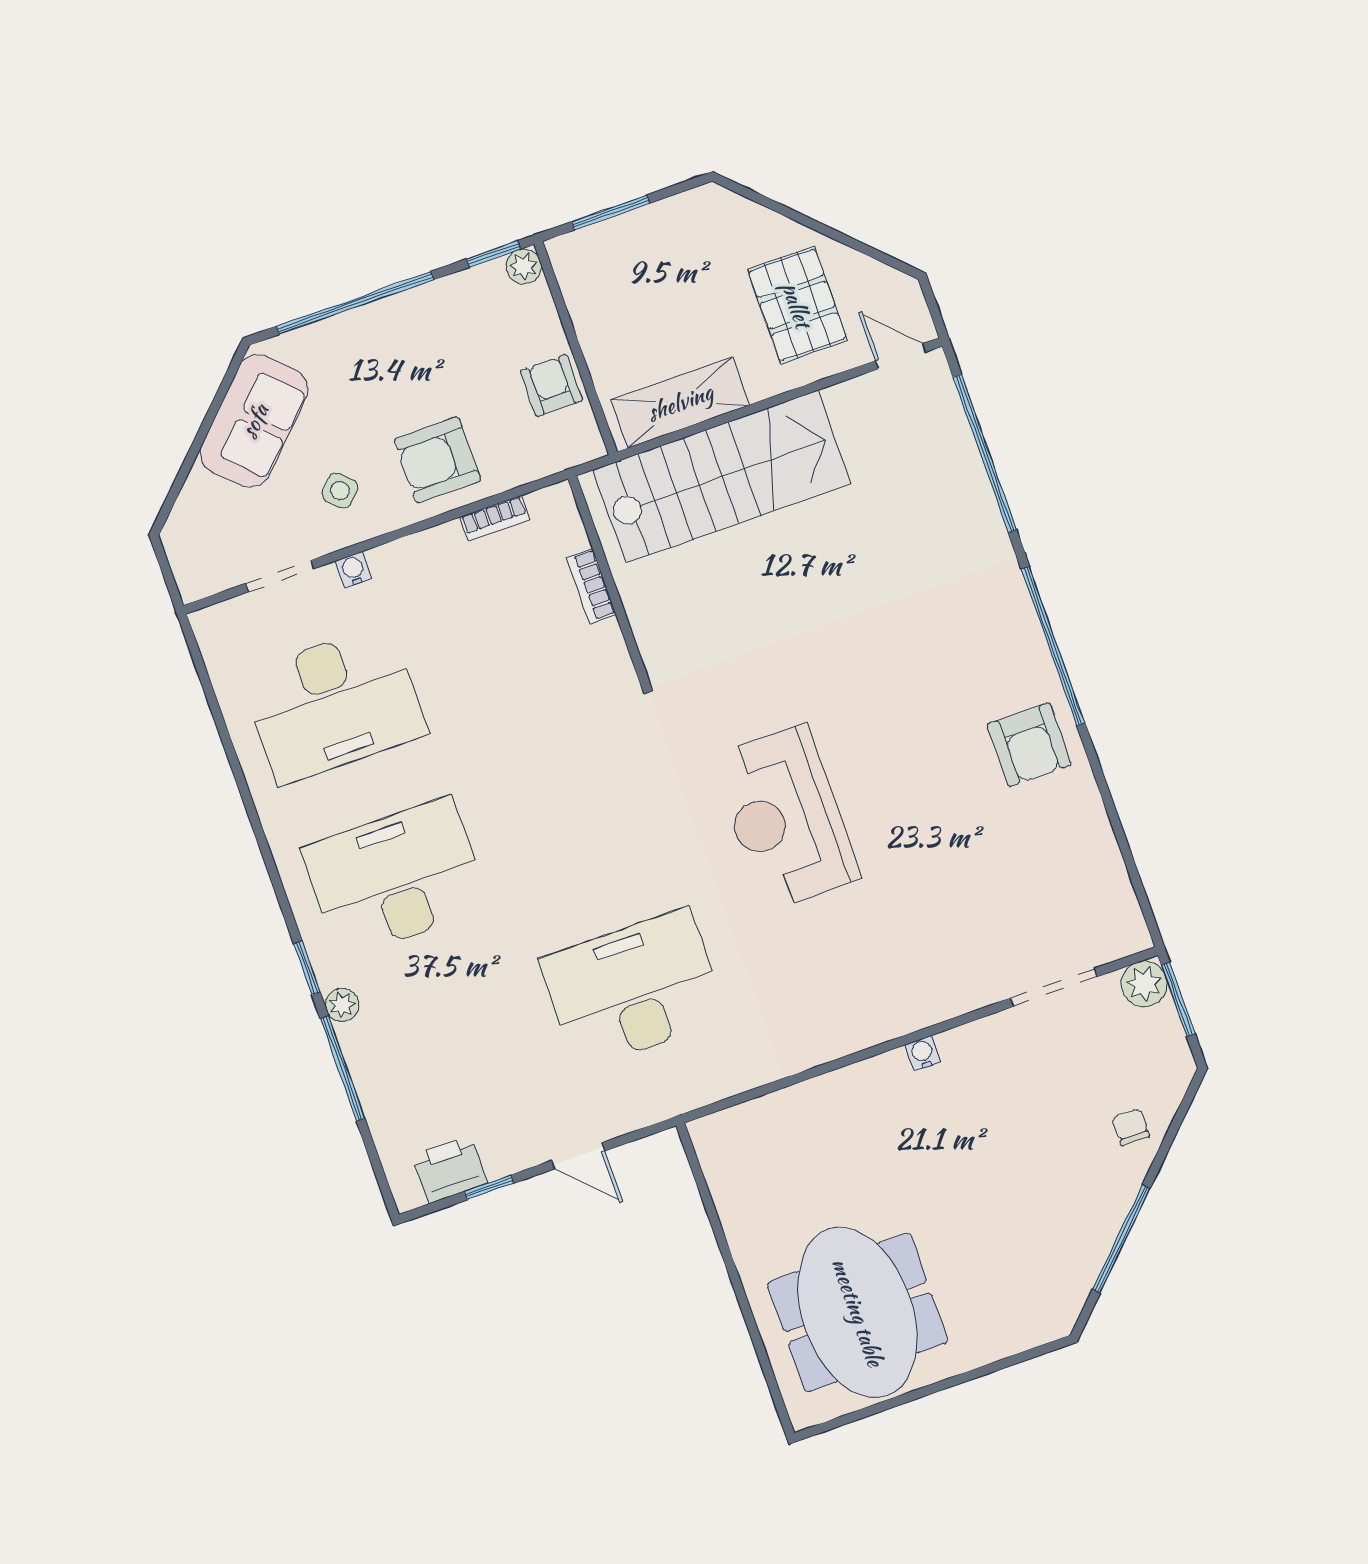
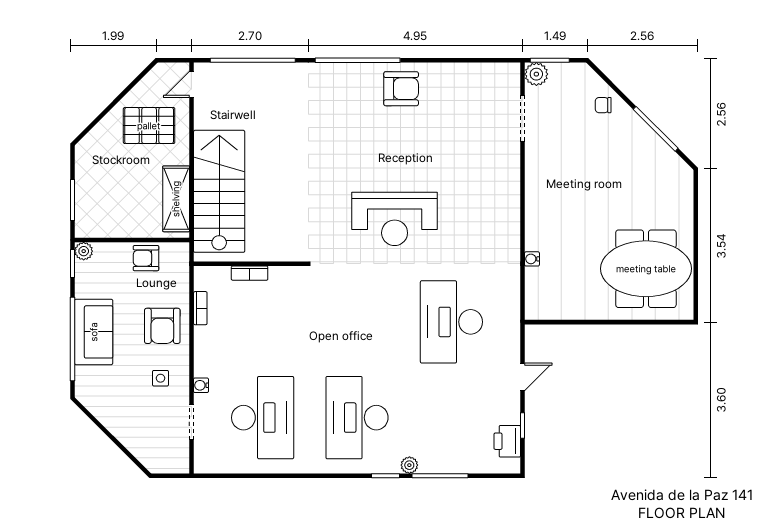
sofa: (254, 421) -> (94, 332), moved, turned 45
side table: (340, 491) -> (160, 378), turned 45
water cooler: (923, 1053) -> (532, 259), moved

